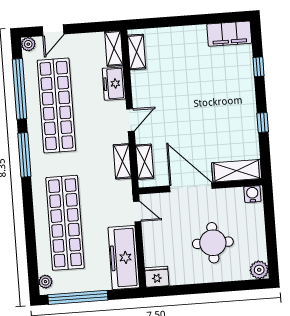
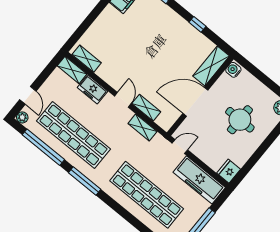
shelving: (145, 162) -> (146, 108), moved

